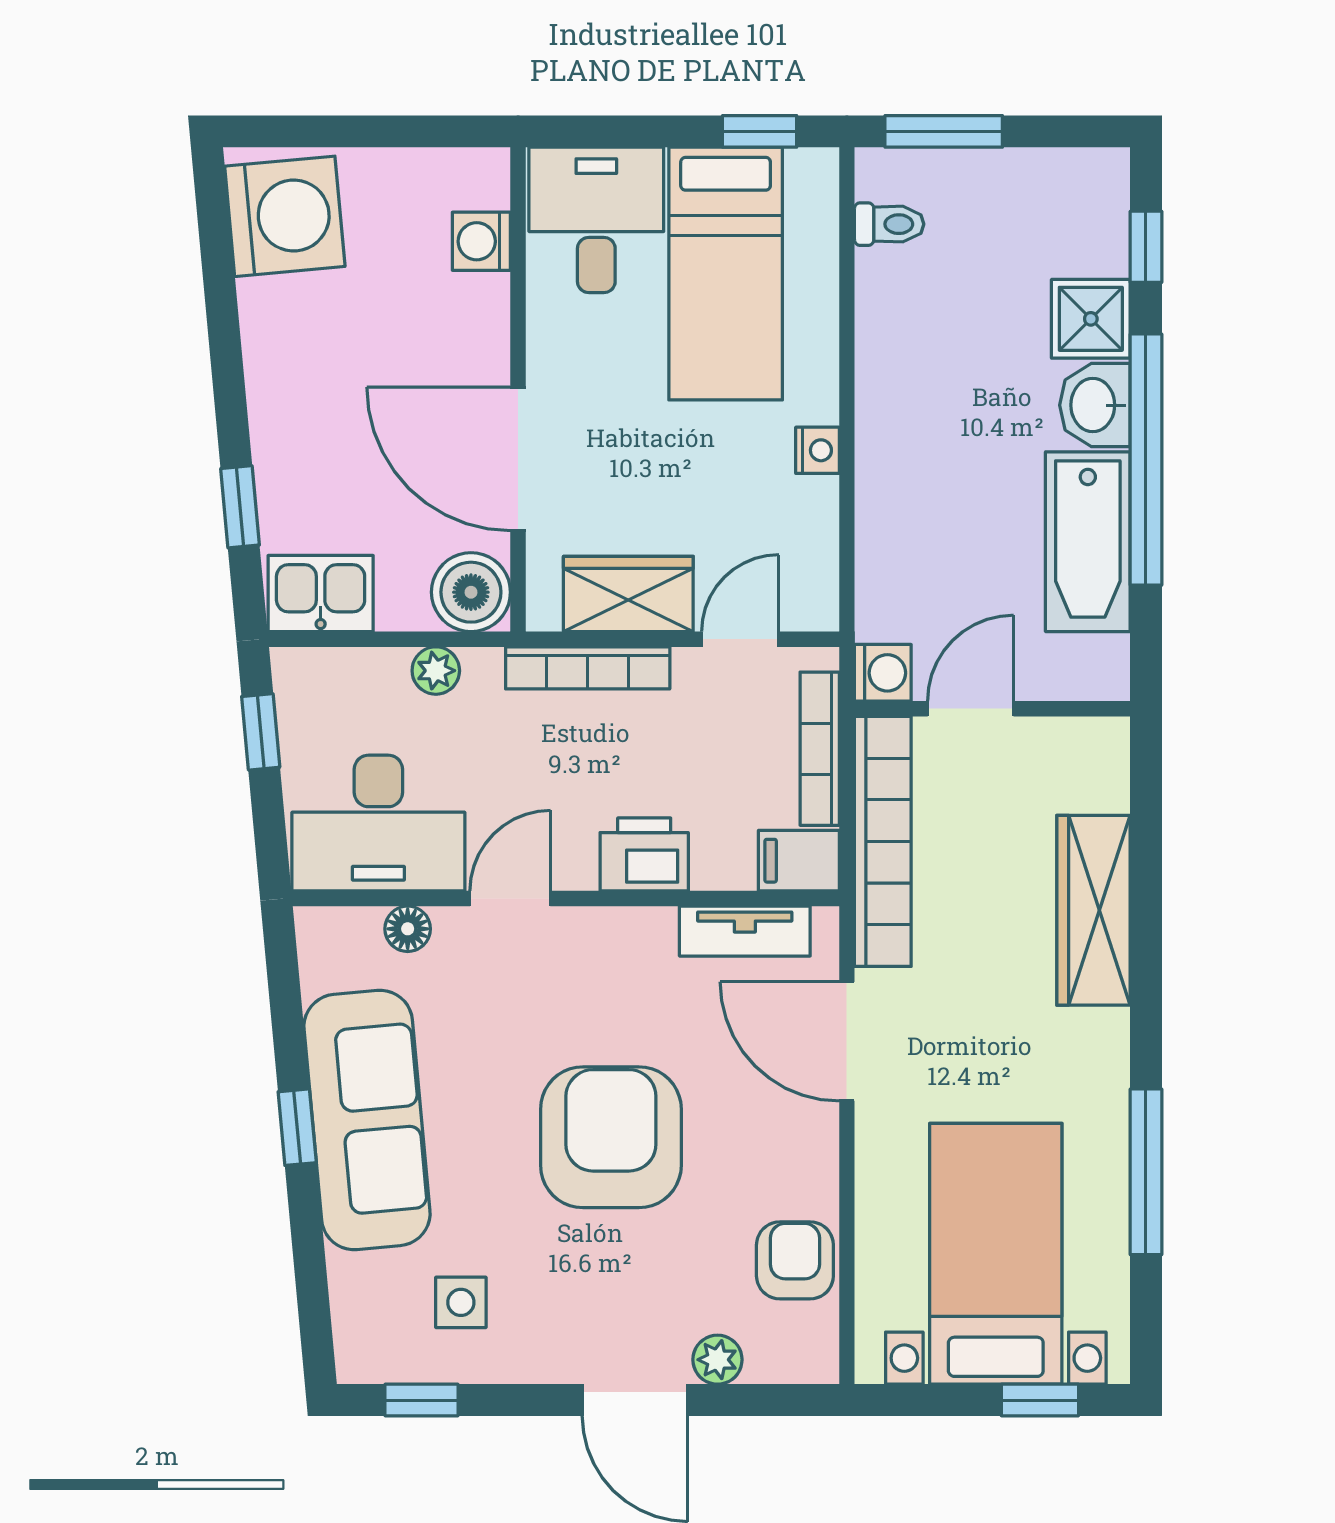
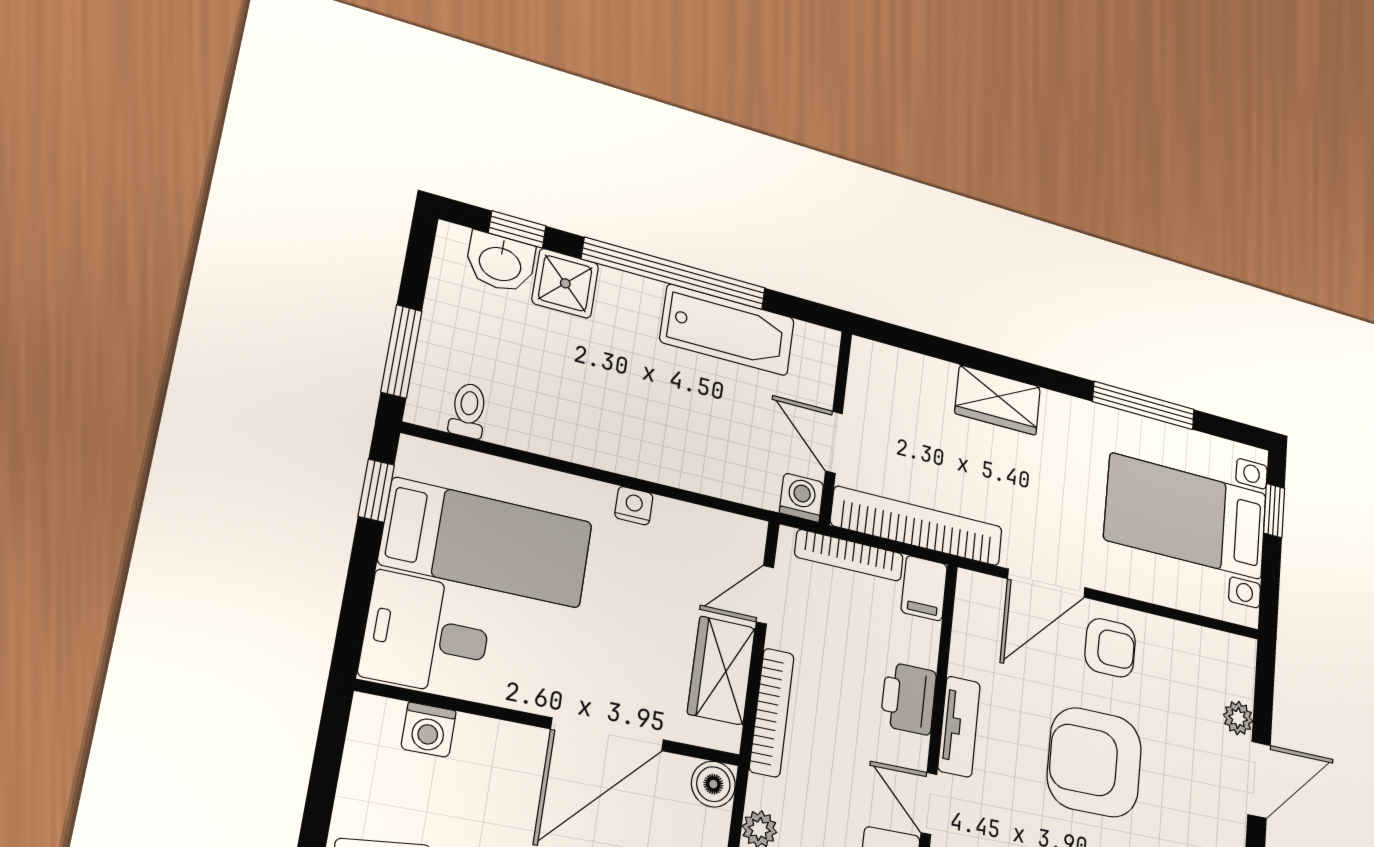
washbasin: (1095, 405) -> (500, 263), moved
boiler: (471, 592) -> (713, 784), width x0.73, depth x0.73
door: (740, 639) -> (765, 595), hinge flipped
wardrobe: (1093, 910) -> (998, 400), width x0.67
tv unit: (745, 931) -> (959, 727), moved
armchair: (795, 1260) -> (1110, 648), moved, turned 180

